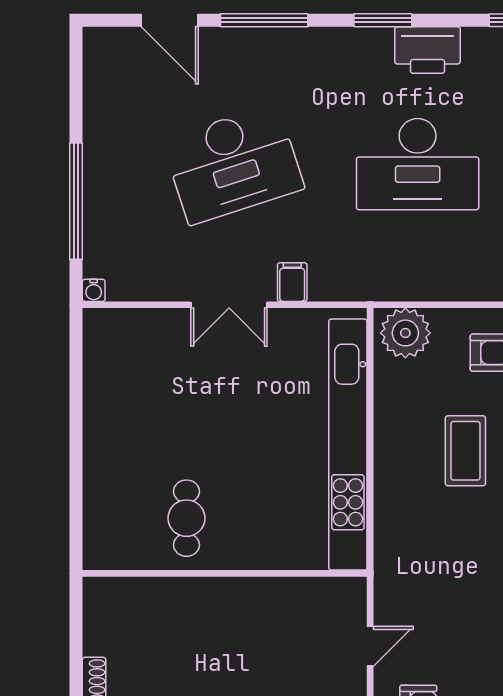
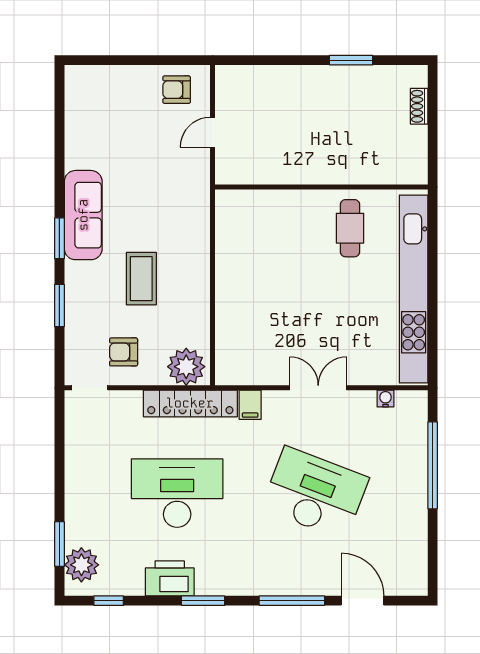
desk: (233, 164) -> (315, 493), turned 39
filing cabinet: (292, 282) -> (250, 405), moved
locker: (400, 284) -> (190, 403), added
water cooler: (94, 290) -> (385, 399), moved
kitchen unit: (348, 445) -> (414, 289), moved, turned 180

